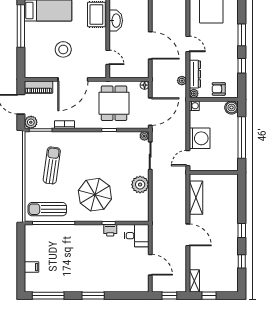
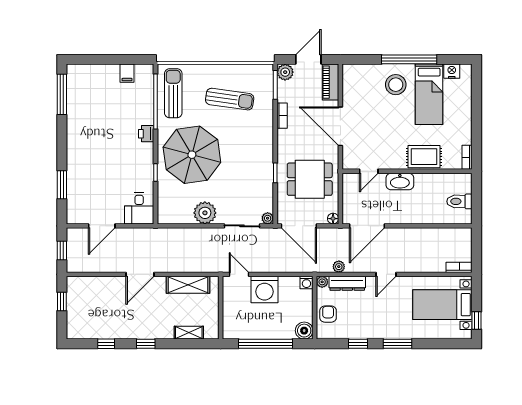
washbasin: (116, 21) -> (400, 182), moved
door: (150, 45) -> (367, 226), moved
stool: (63, 49) -> (396, 85), moved
parasol: (95, 195) -> (192, 155), width x1.36, depth x1.36
printer: (110, 230) -> (146, 134), moved
filing cabinet: (32, 267) -> (127, 73), moved
shelving: (194, 281) -> (189, 333), moved
window: (93, 296) -> (62, 185), moved

